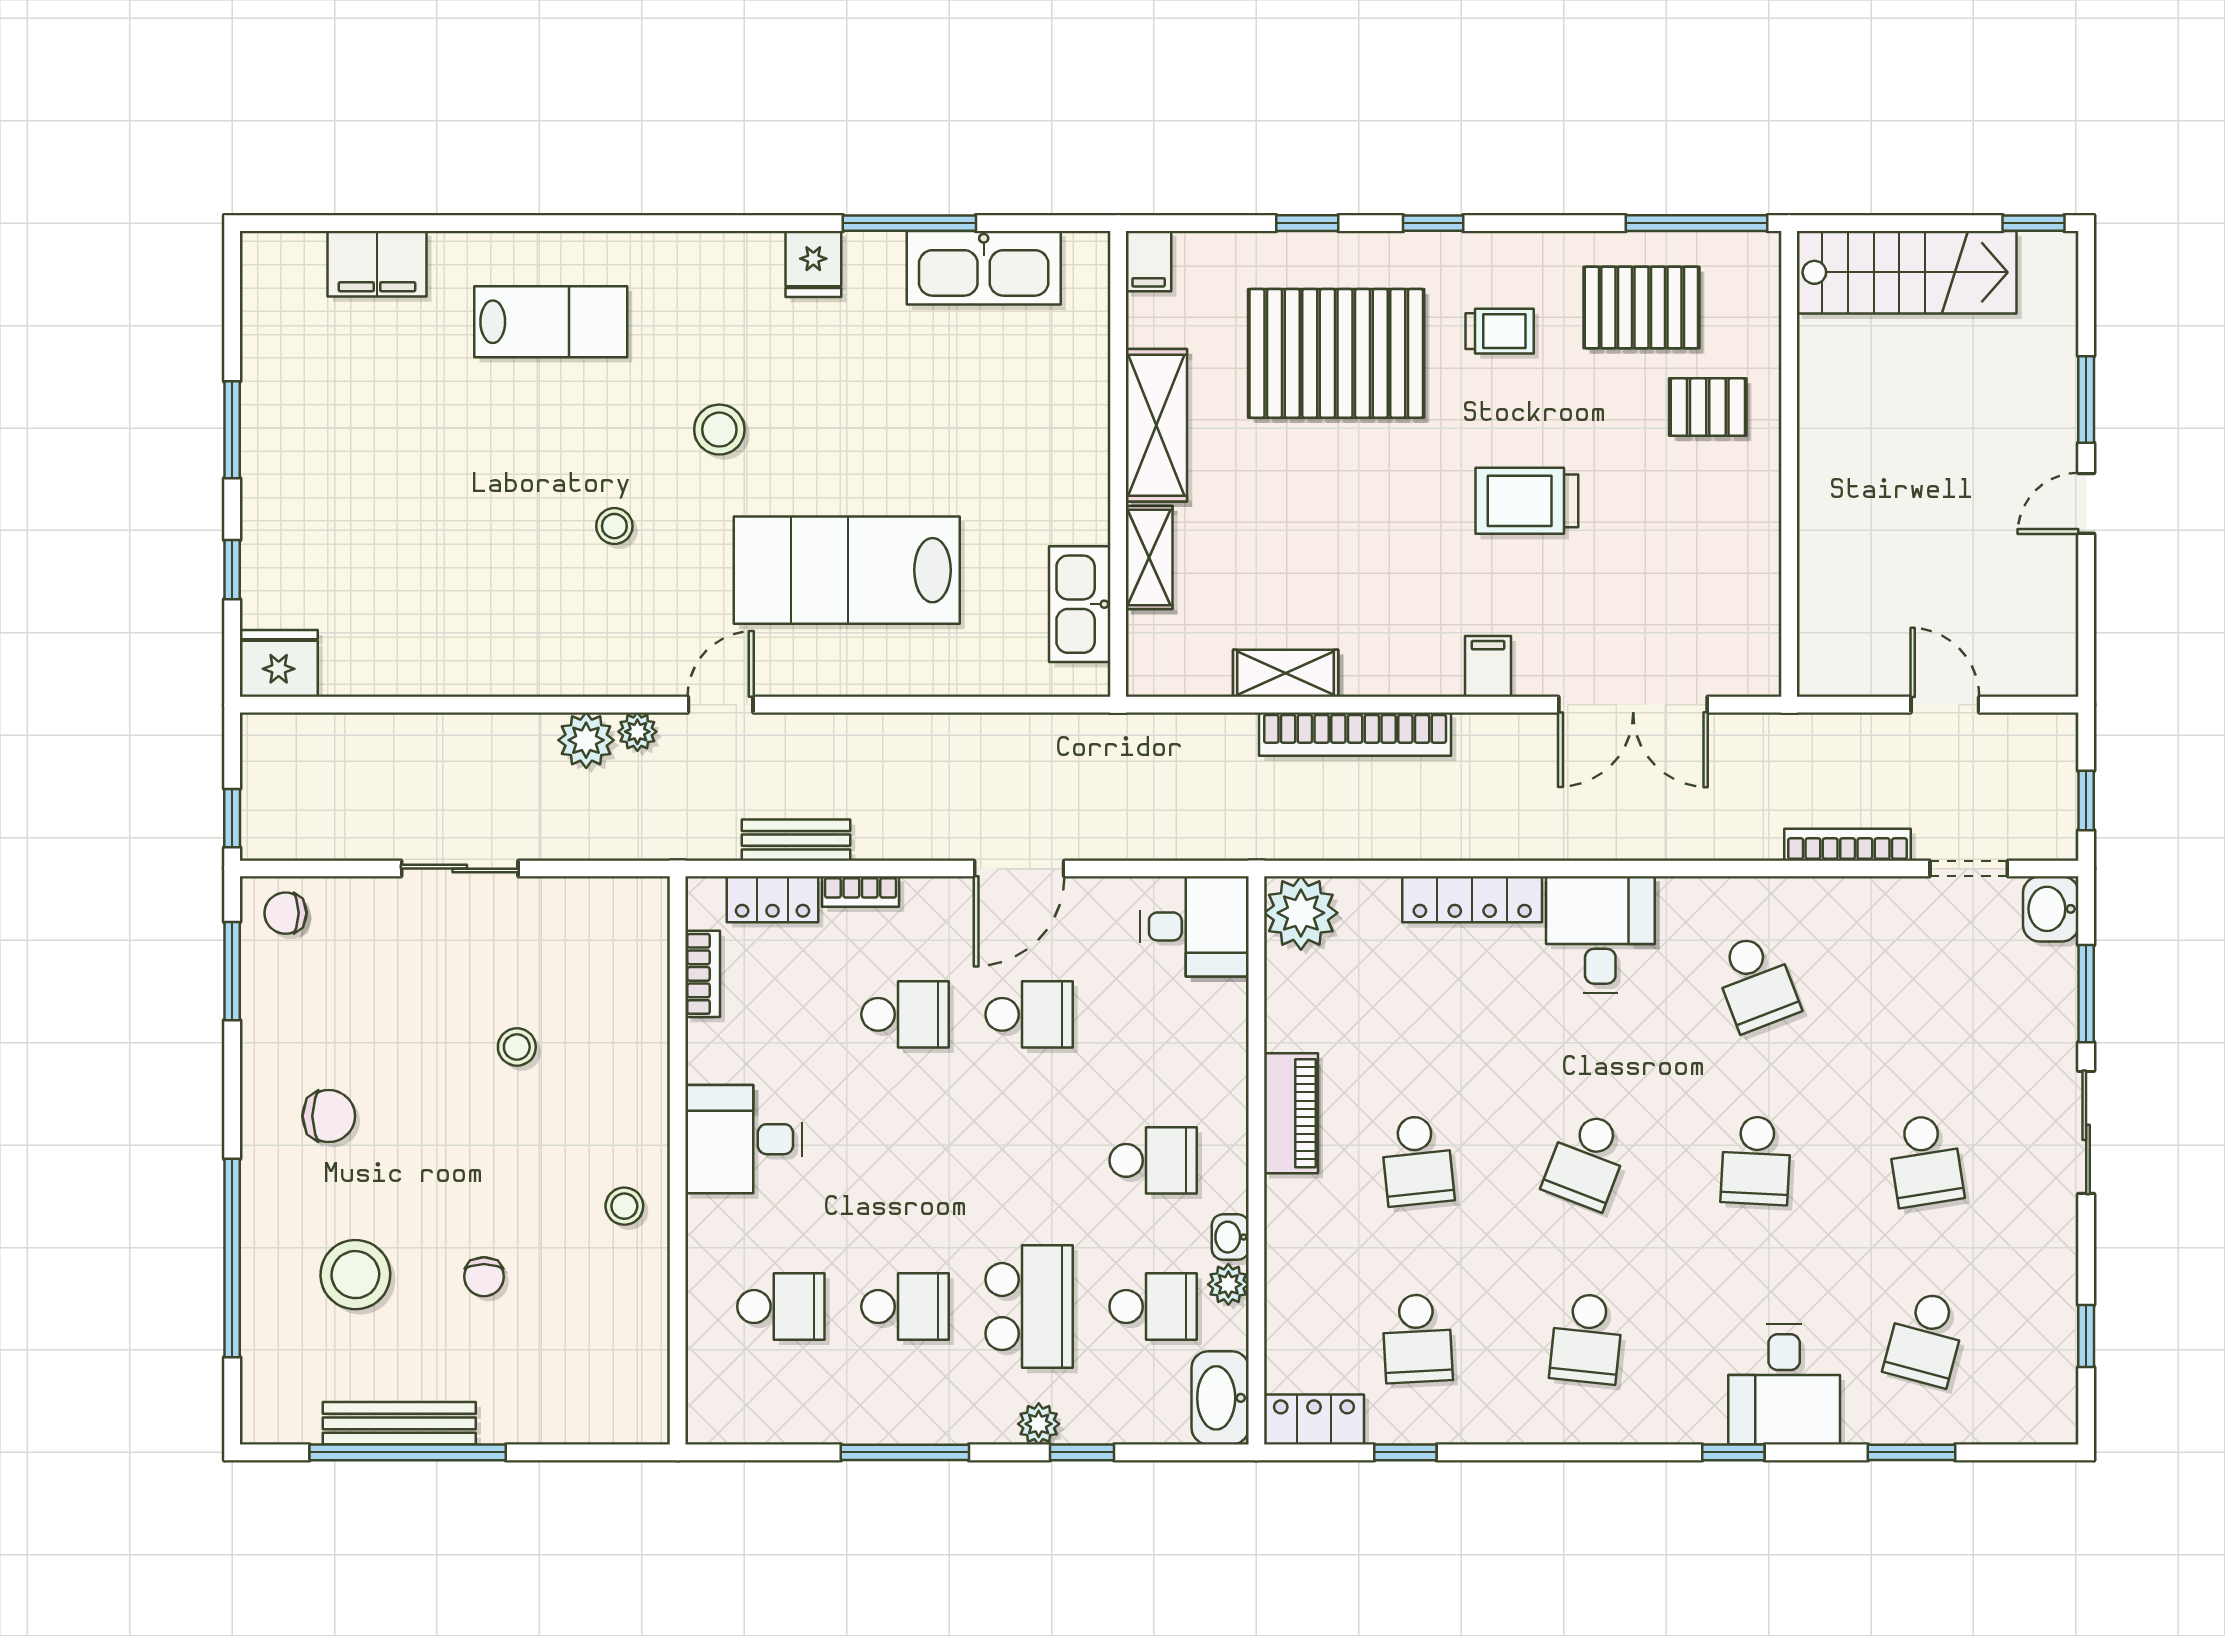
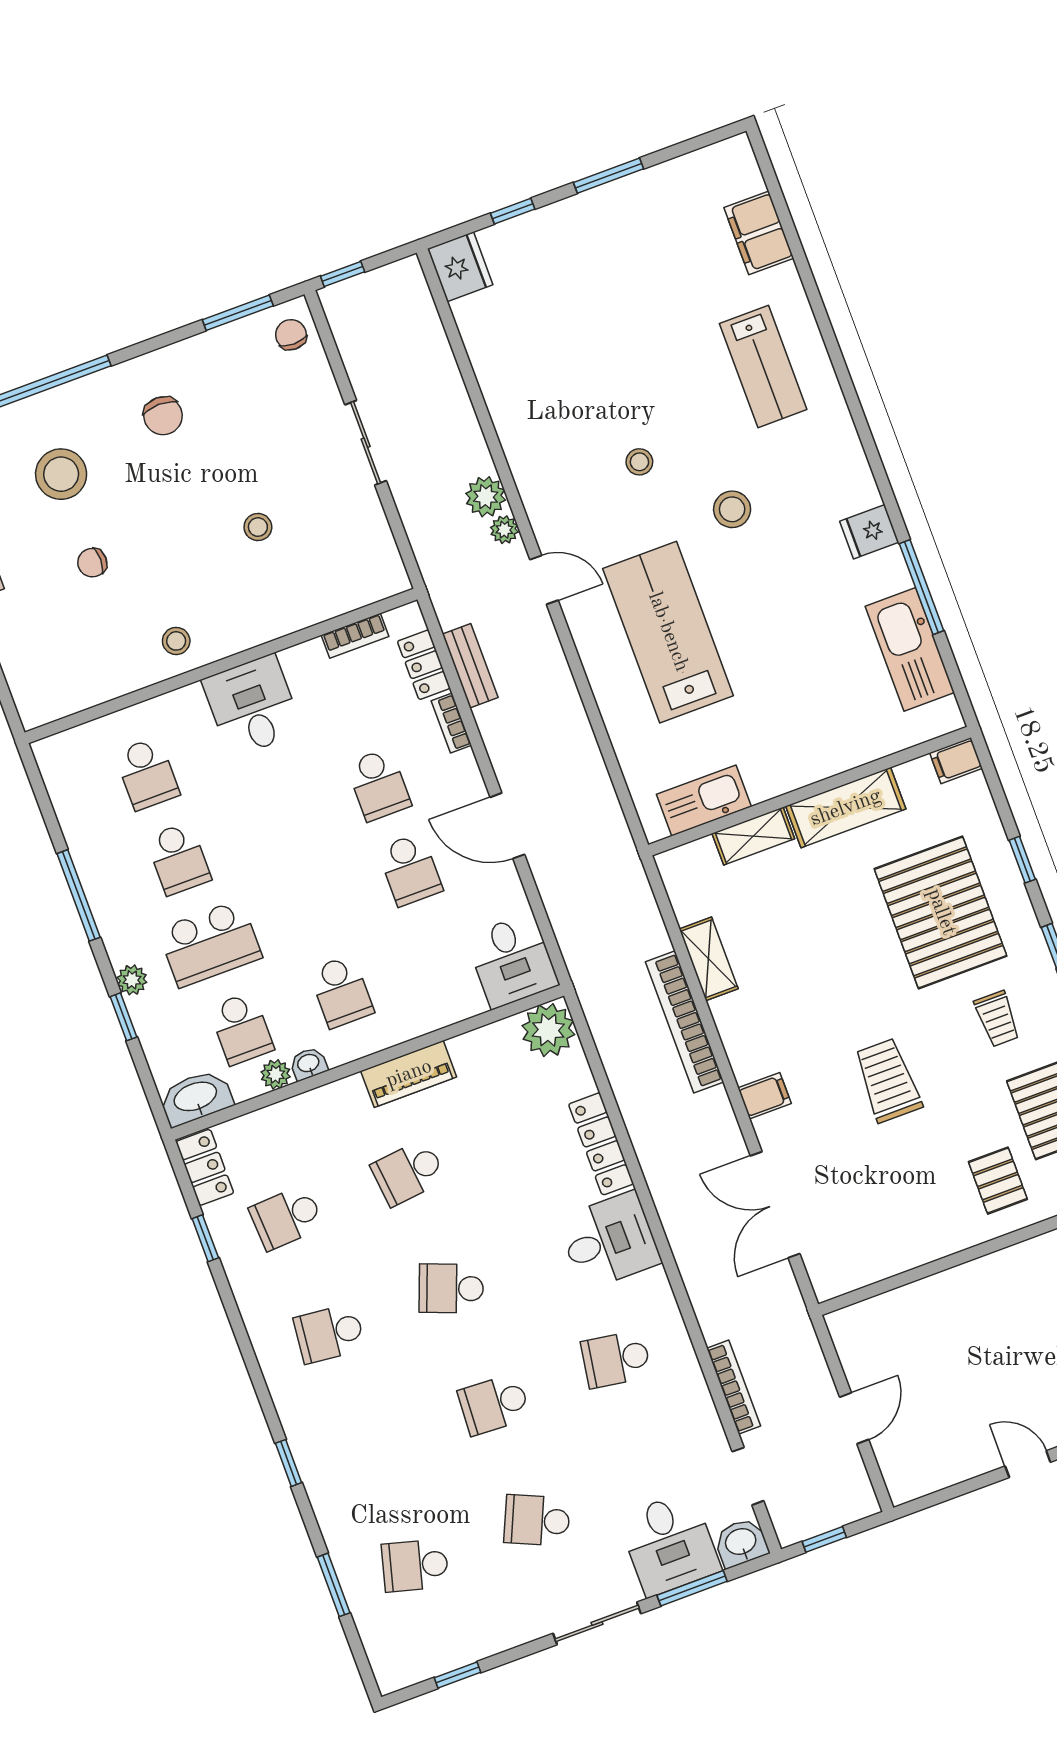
school desk: (1756, 983) -> (616, 1359), turned 30
school desk: (1925, 1160) -> (537, 1520), turned 33
desk: (1784, 1385) -> (669, 1544), moved, turned -90

